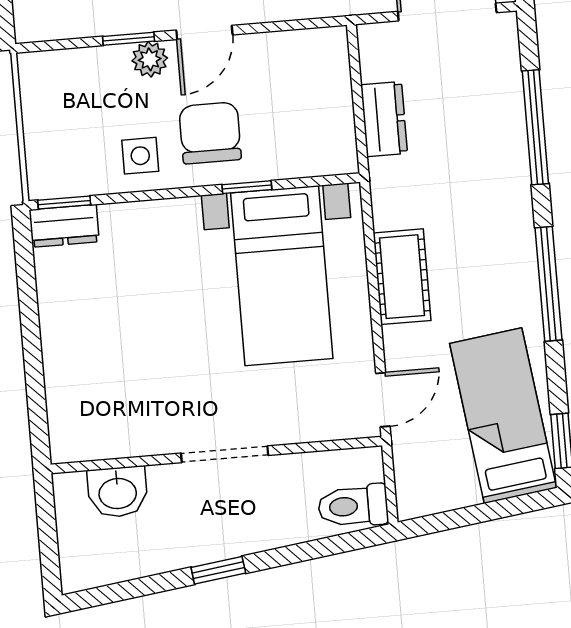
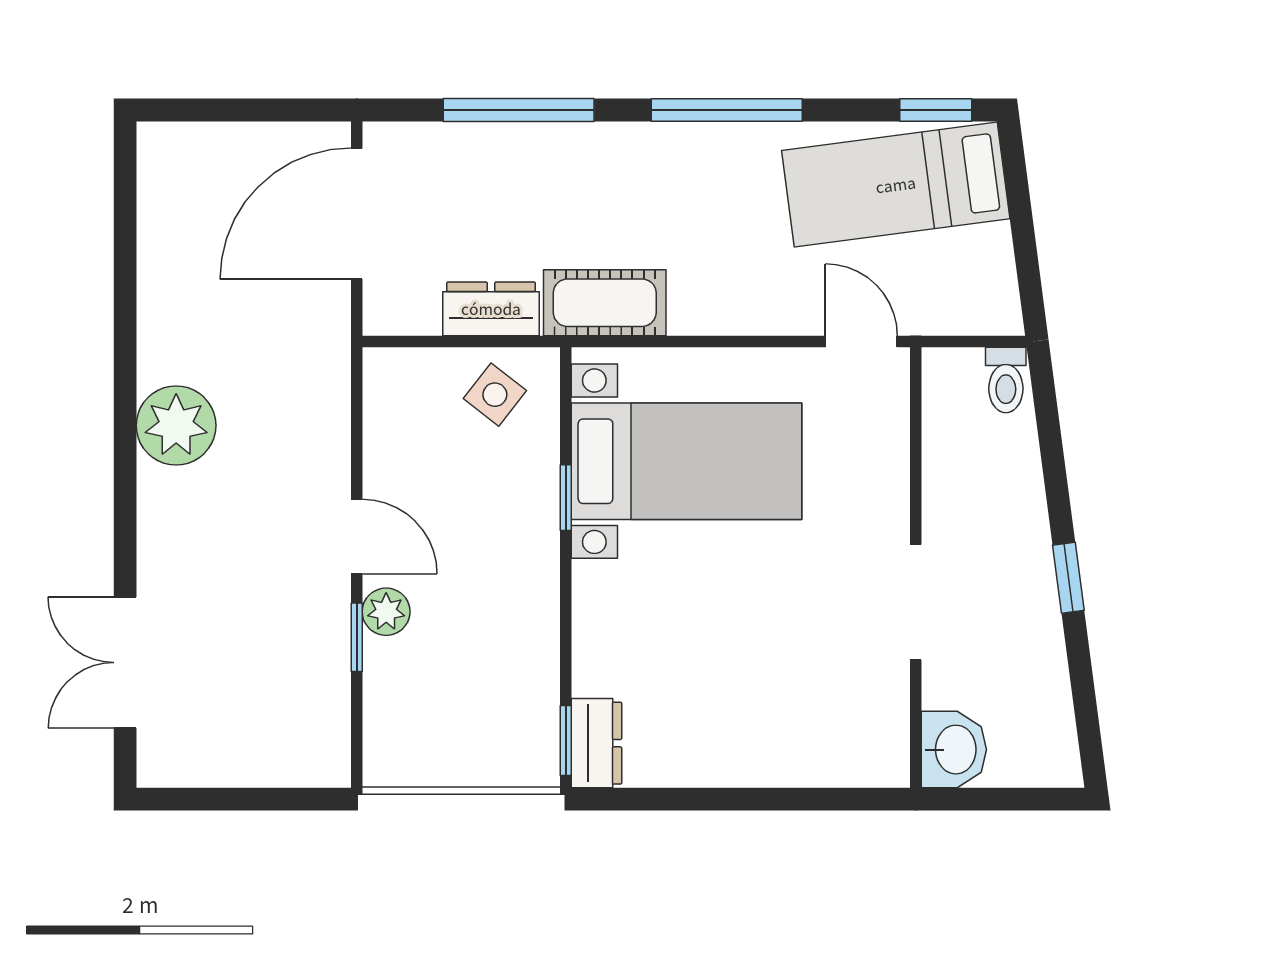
chair: (210, 133) -> (490, 540), removed
side table: (140, 156) -> (495, 395), moved, turned 38
cot: (402, 277) -> (605, 303), moved
doorway: (225, 454) -> (916, 602), moved
washbasin: (118, 492) -> (954, 750), moved
toilet: (353, 506) -> (1006, 380), width x0.73, depth x0.72

